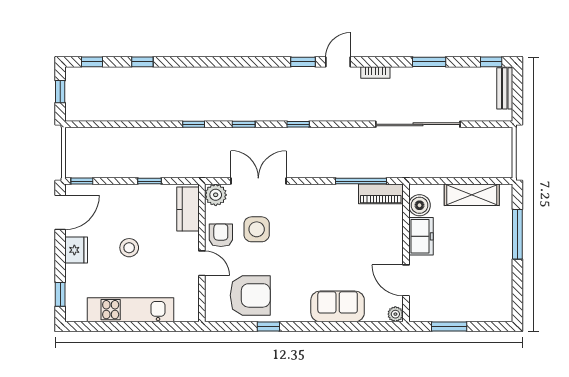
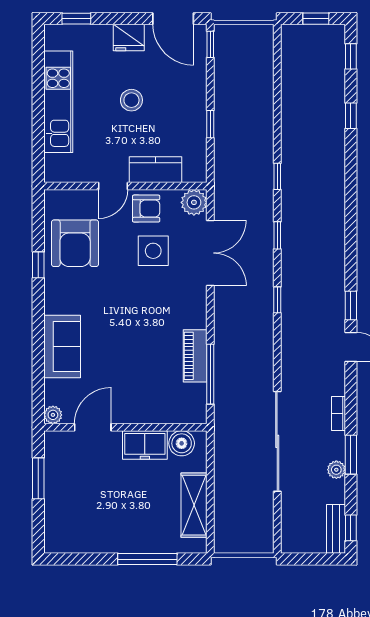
bookcase: (375, 72) -> (338, 413), moved
plant: (442, 74) -> (336, 470), added
bench: (505, 88) -> (336, 529), moved, turned 90
piano: (381, 194) -> (195, 356), moved
kitchen counter: (188, 209) -> (155, 170), moved

